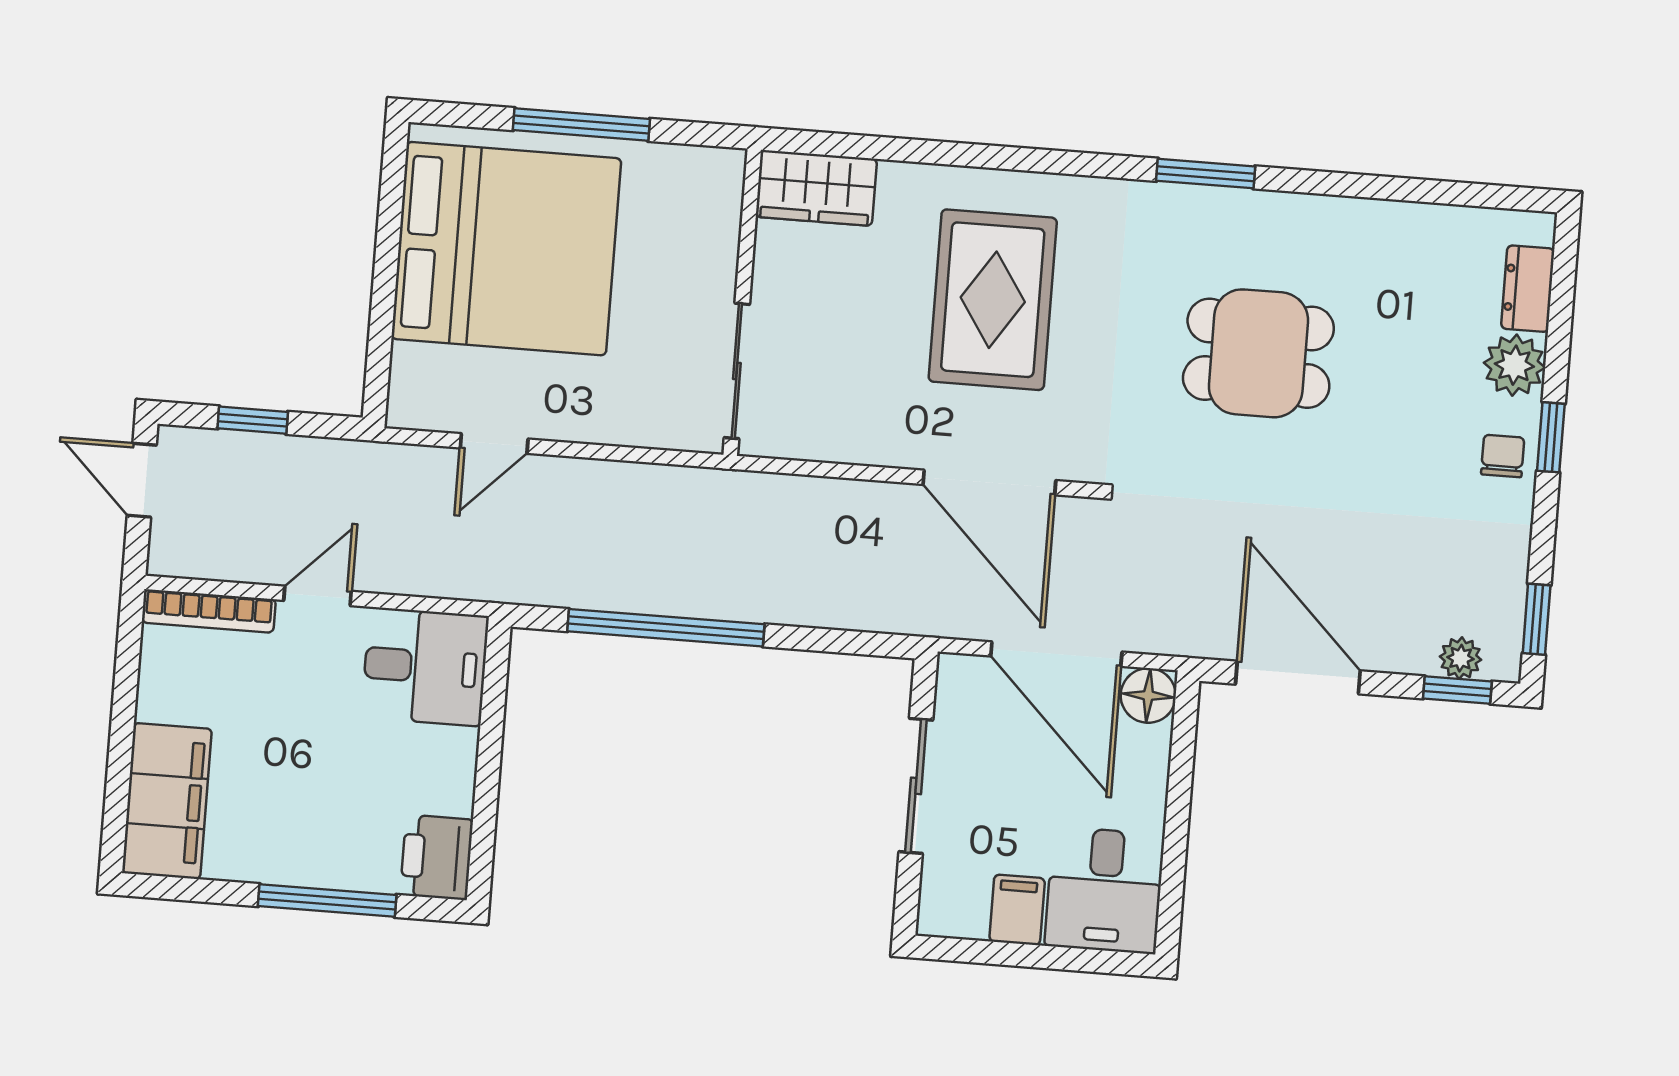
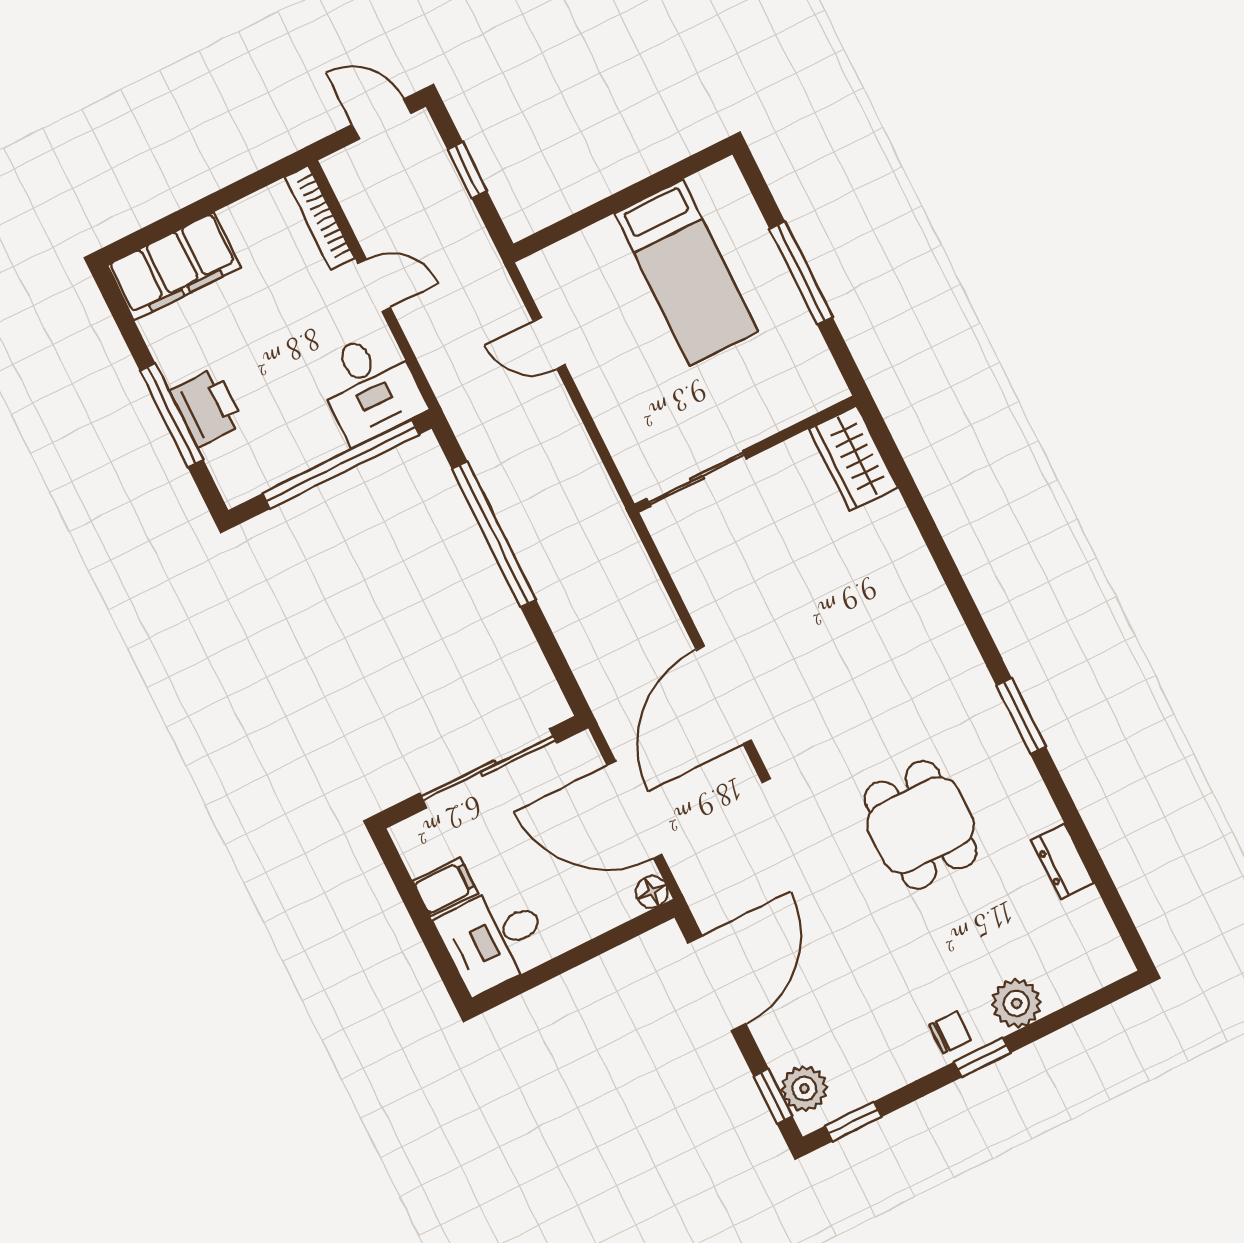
bed: (506, 249) -> (686, 272), width x0.49
dresser: (1528, 289) -> (1063, 861), moved, turned -90
rug: (993, 300) -> (849, 623), removed
door: (142, 480) -> (381, 119), hinge flipped
door: (1056, 654) -> (635, 810), hinge flipped
plant: (1461, 658) -> (804, 1089), width x1.38, depth x1.38
floor lamp: (1148, 696) -> (652, 892), width x0.73, depth x0.73
window: (490, 748) -> (341, 464), added
sliding door: (916, 786) -> (488, 768), width x1.37
printer: (437, 857) -> (207, 408), moved, turned 90

